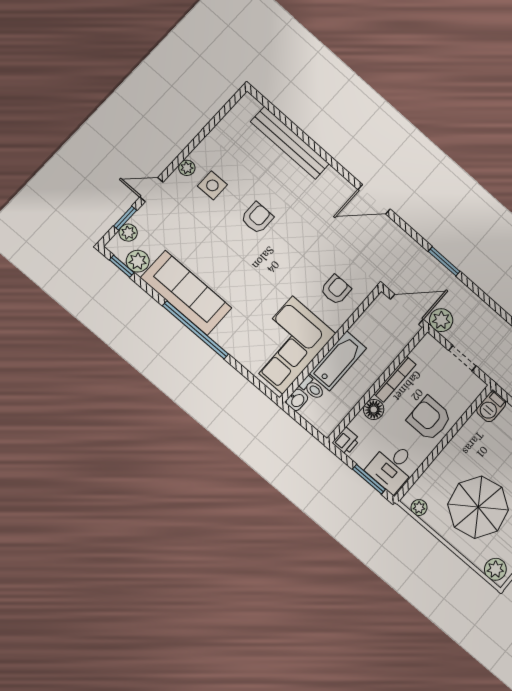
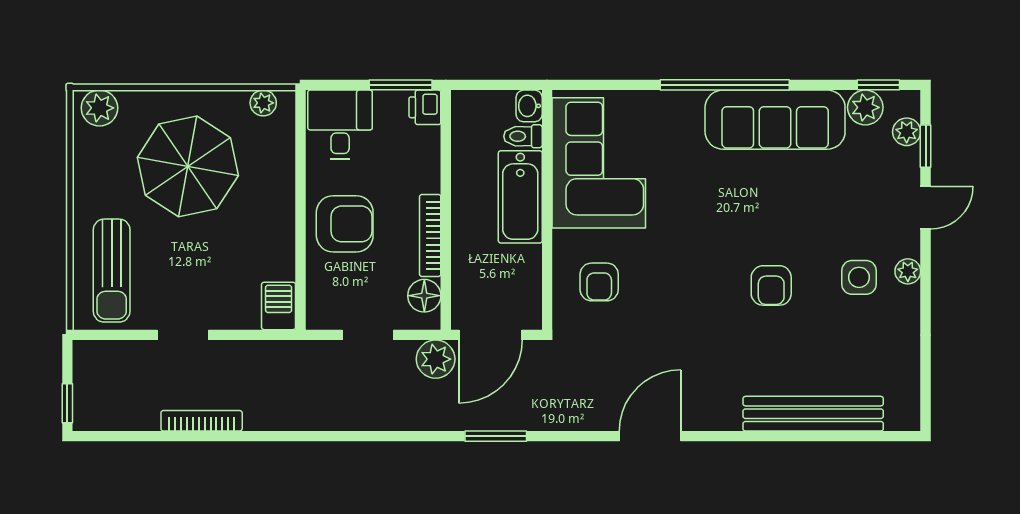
floor lamp: (374, 409) -> (424, 296), moved
window: (369, 479) -> (401, 85), moved

